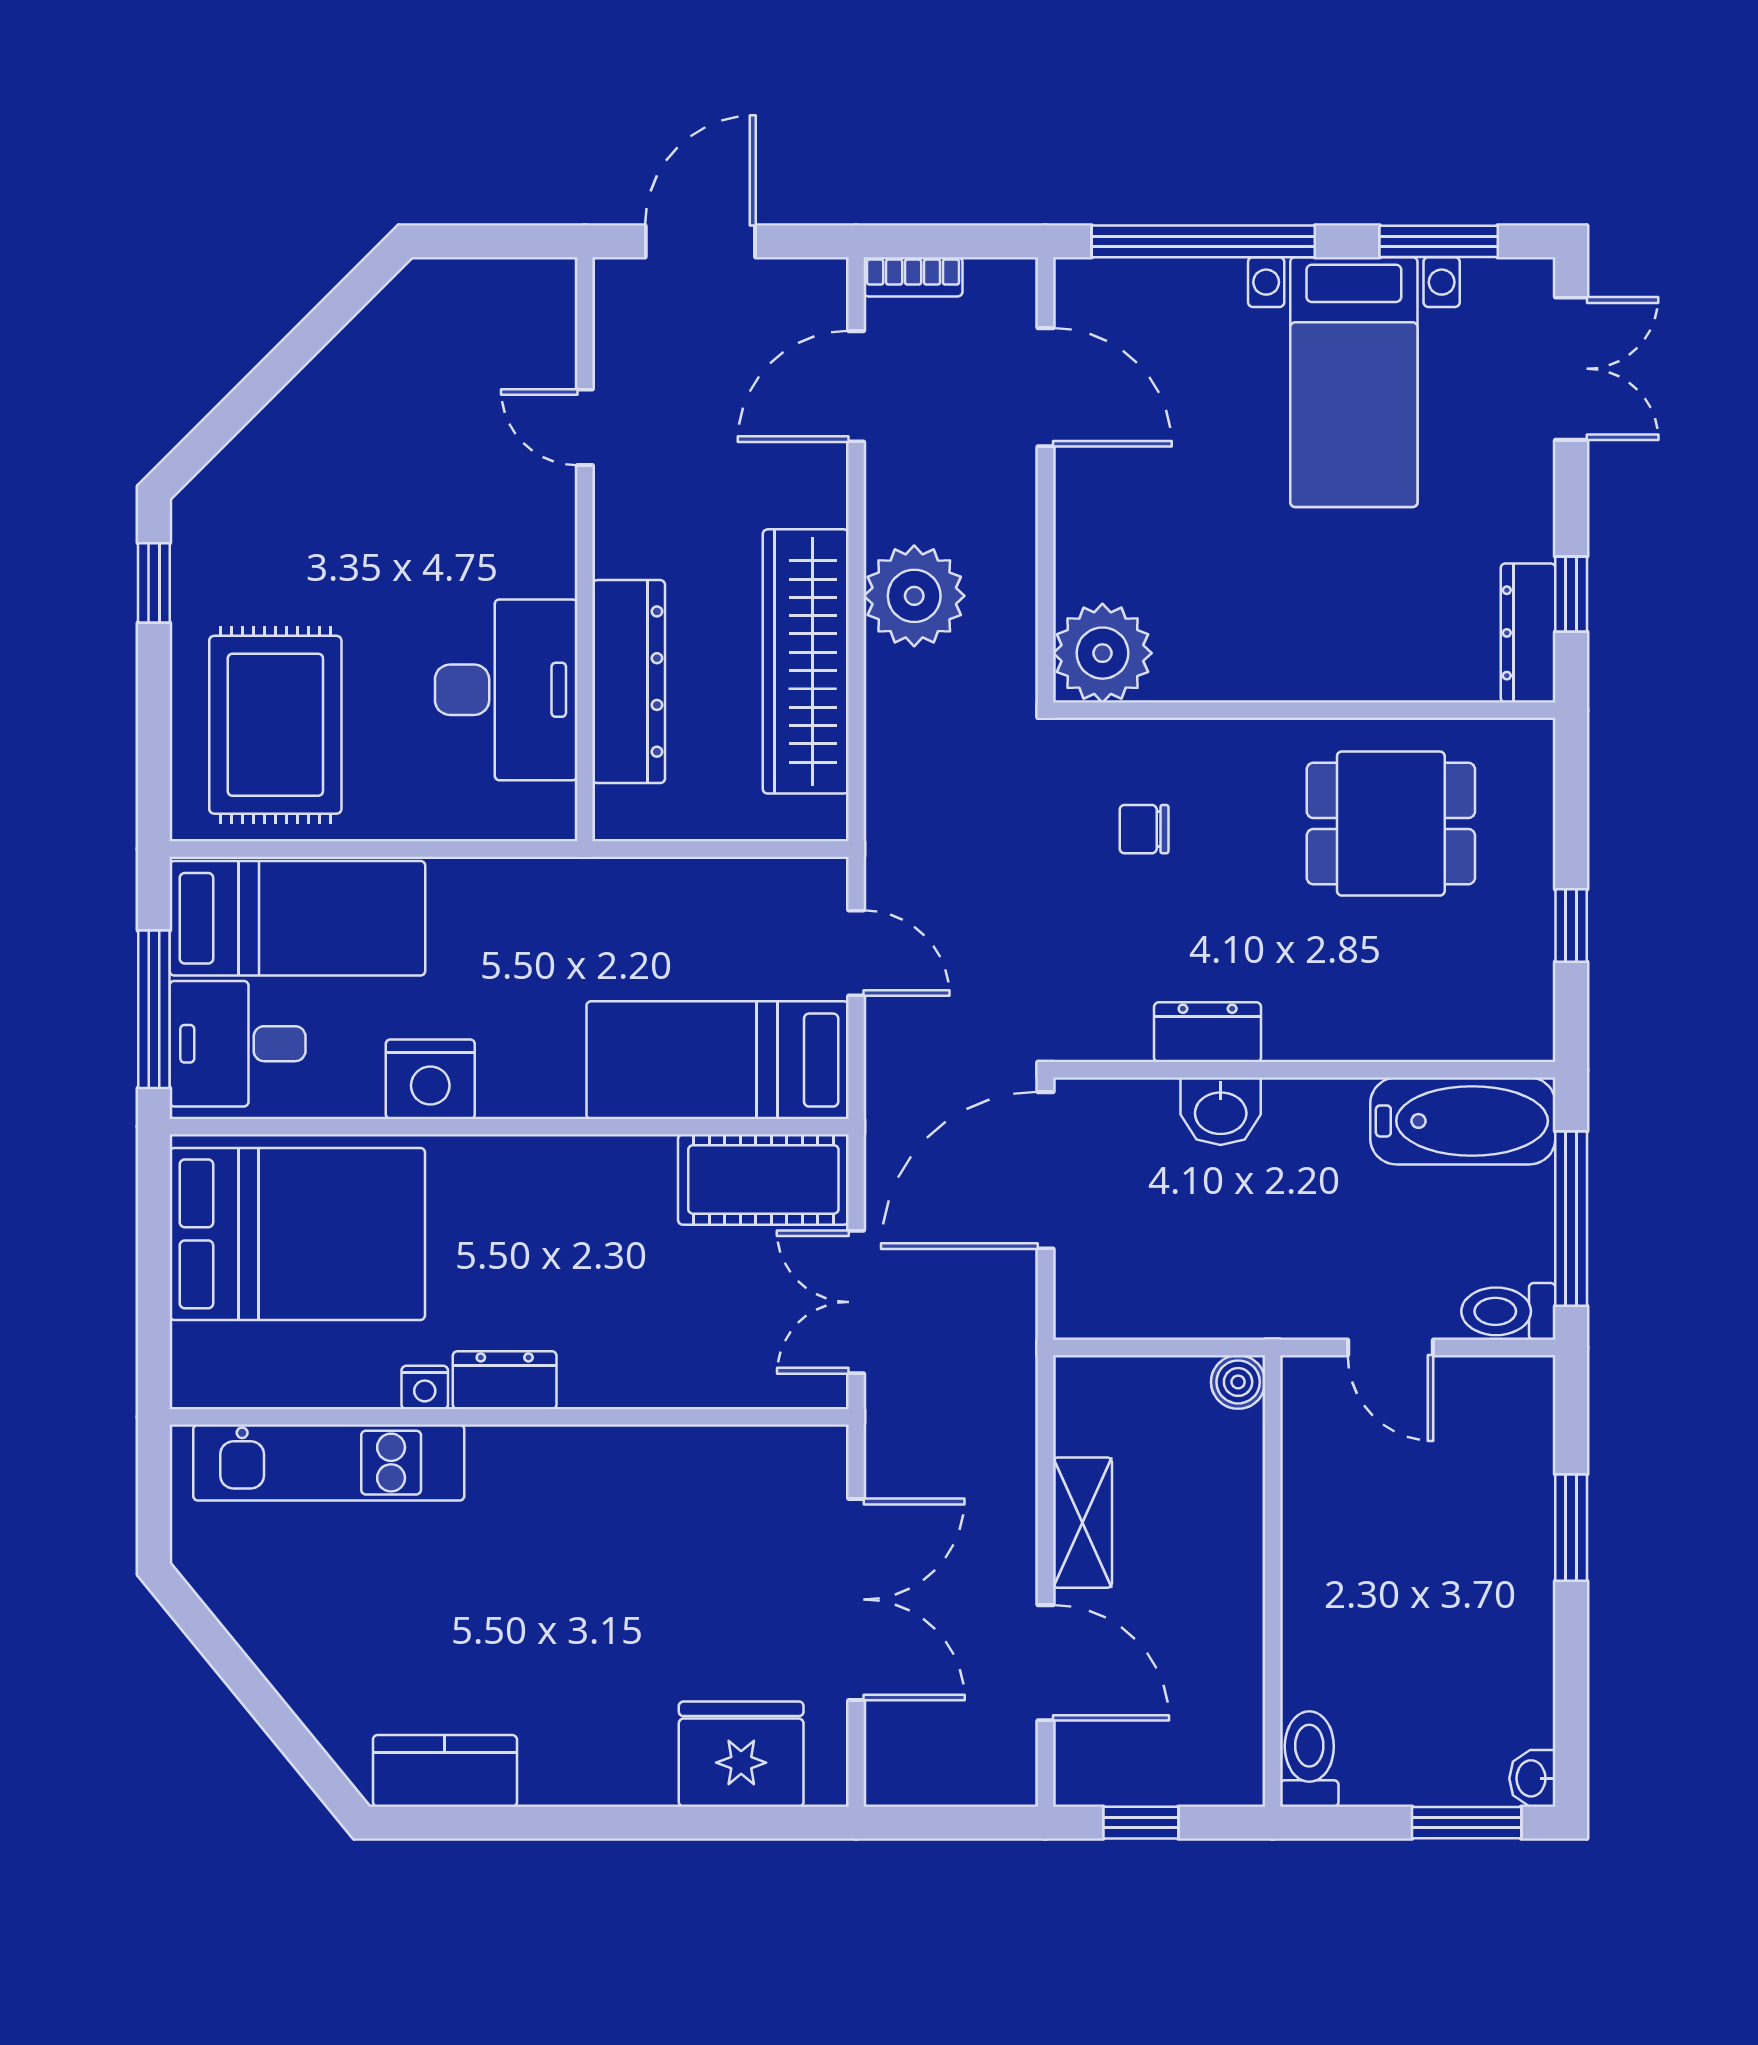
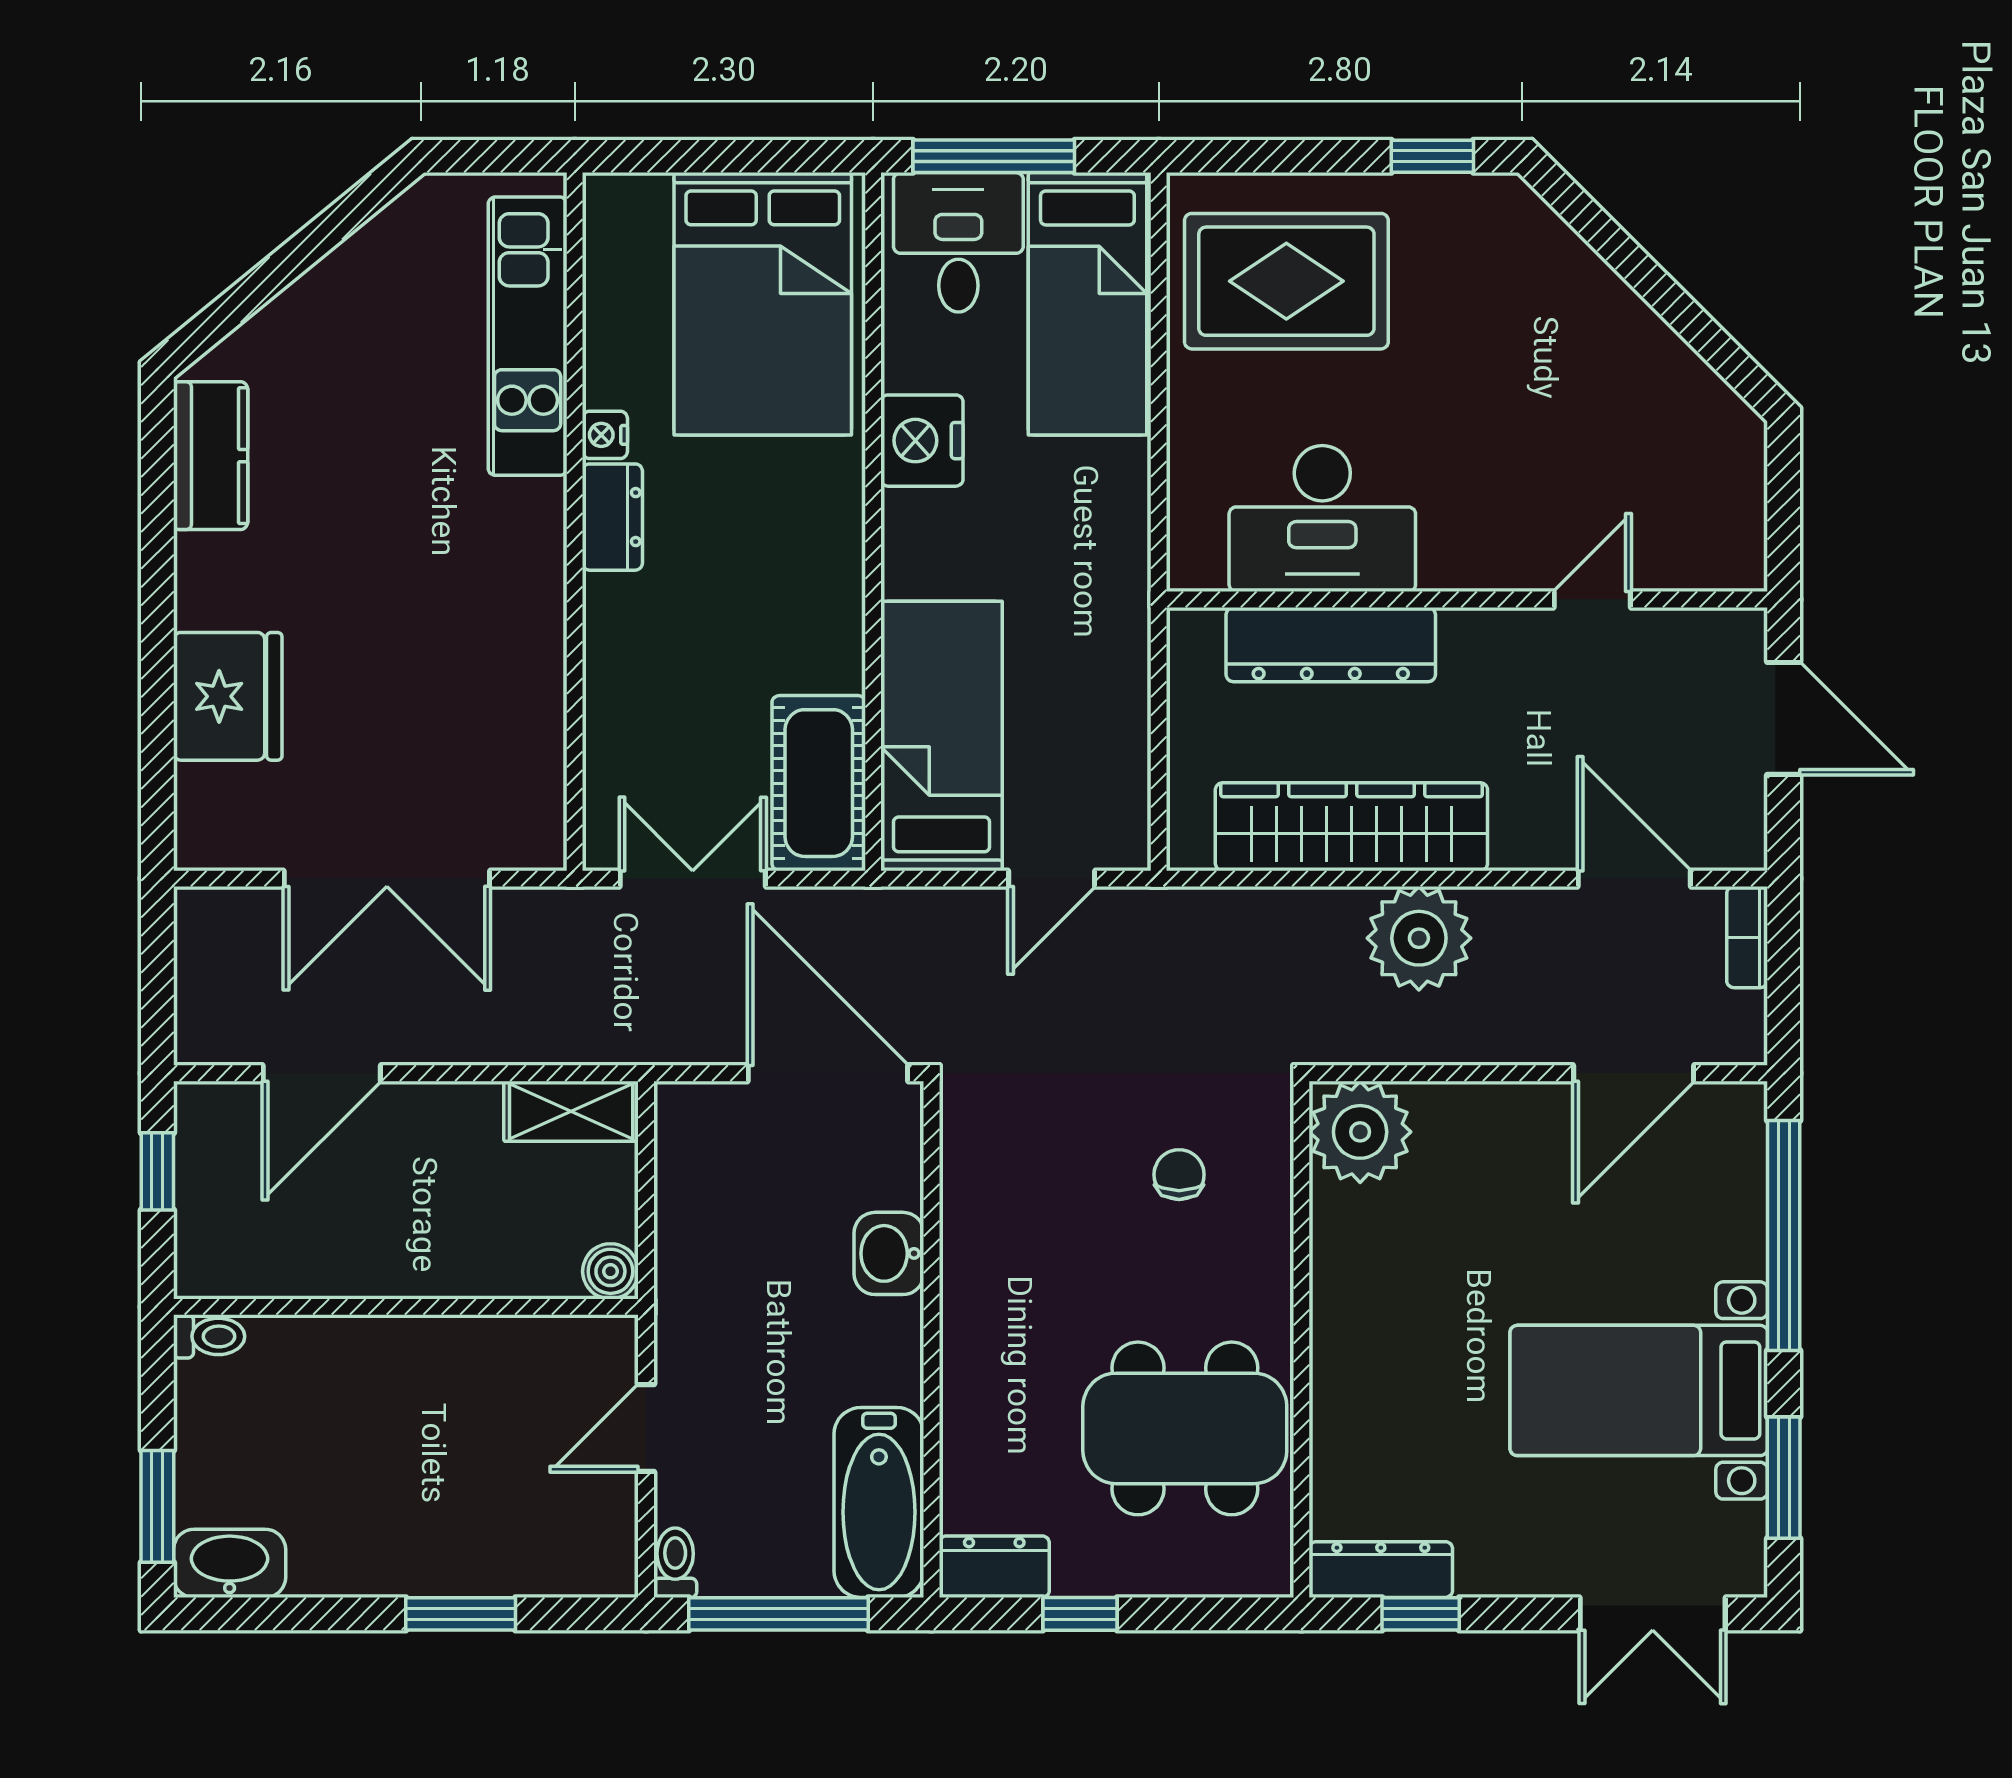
dining table: (1391, 824) -> (1185, 1428), width x1.38
dresser: (1208, 1032) -> (994, 1567), moved, turned -90
toilet: (1508, 1311) -> (675, 1563), width x0.73, depth x0.72
shelving: (1082, 1523) -> (571, 1111), moved
fridge: (741, 1754) -> (228, 696), moved
toilet: (1309, 1759) -> (209, 1336), width x0.73, depth x0.72
washbasin: (1532, 1778) -> (230, 1563), width x1.91, depth x1.45

